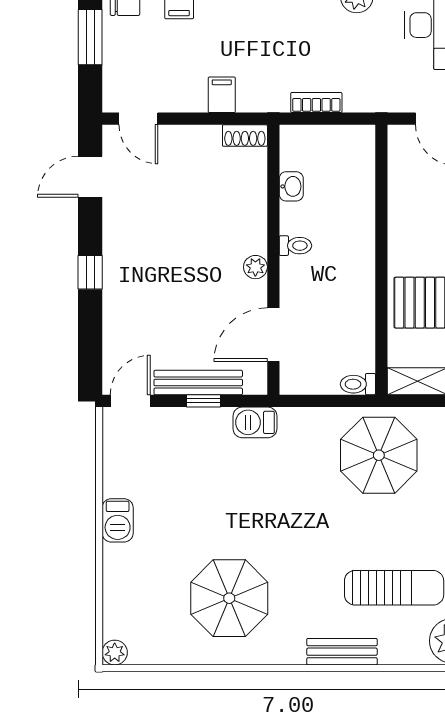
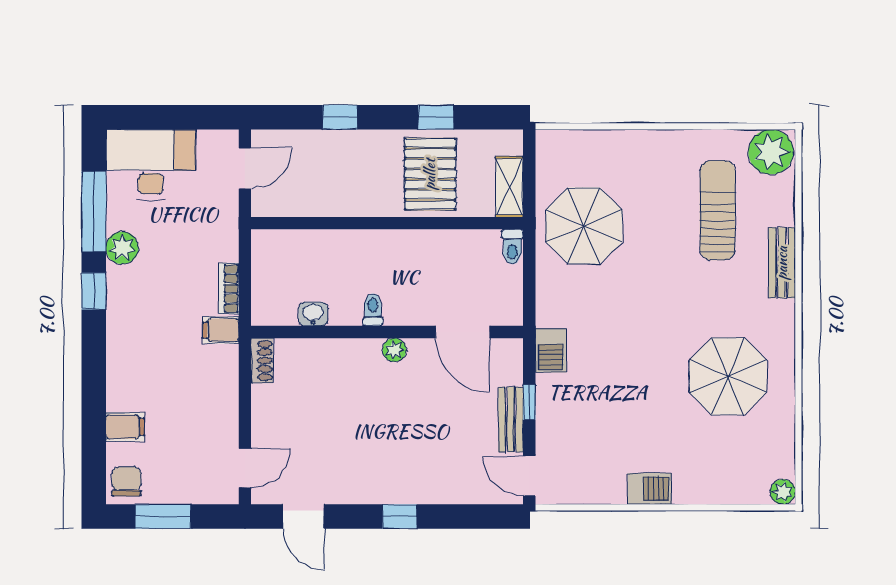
filing cabinet: (222, 95) -> (221, 330), moved
bench: (198, 383) -> (511, 419), width x0.73

